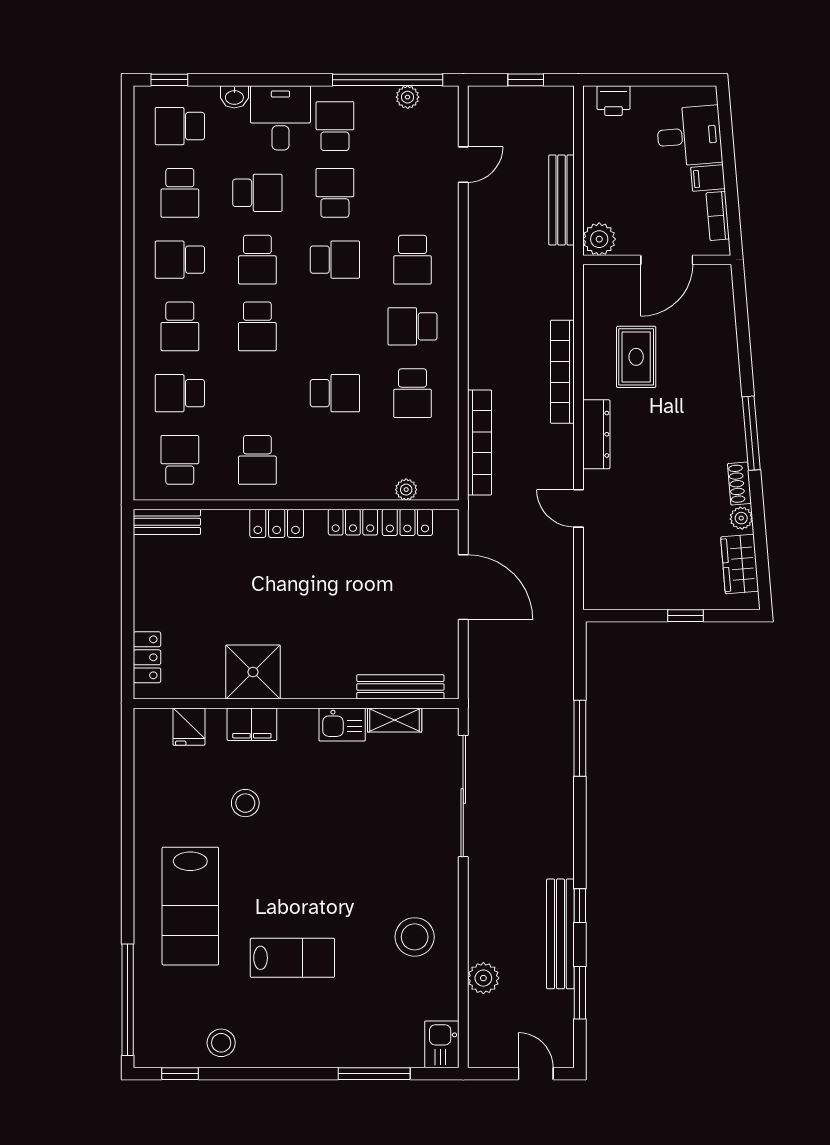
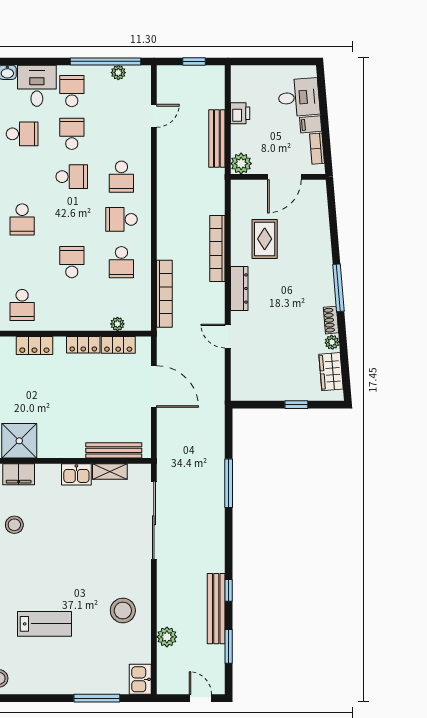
printer: (613, 101) -> (240, 113), moved, turned -90
school desk: (257, 260) -> (22, 177), removed
school desk: (335, 393) -> (72, 262), turned -90

